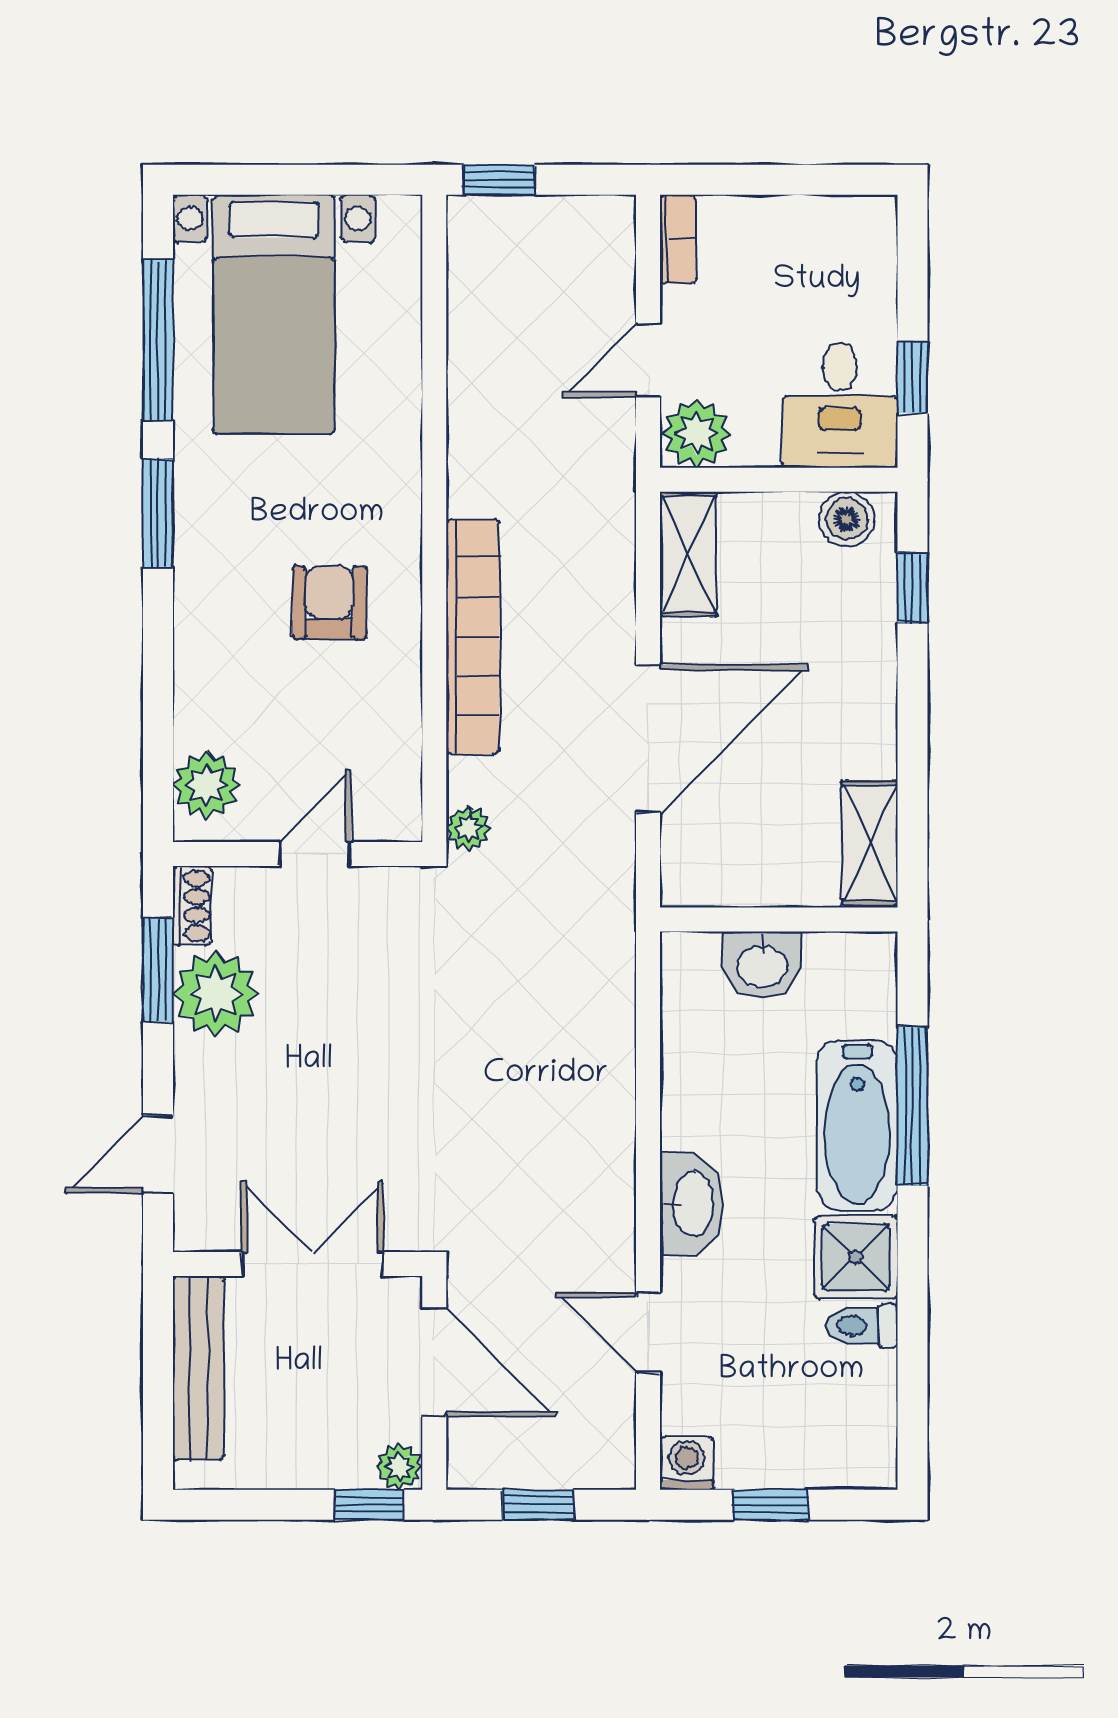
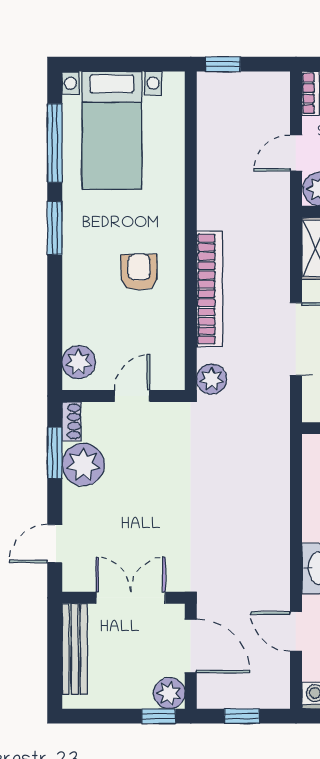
plant: (468, 828) -> (212, 379), width x1.38, depth x1.38
plant: (399, 1467) -> (169, 693), width x1.38, depth x1.38

